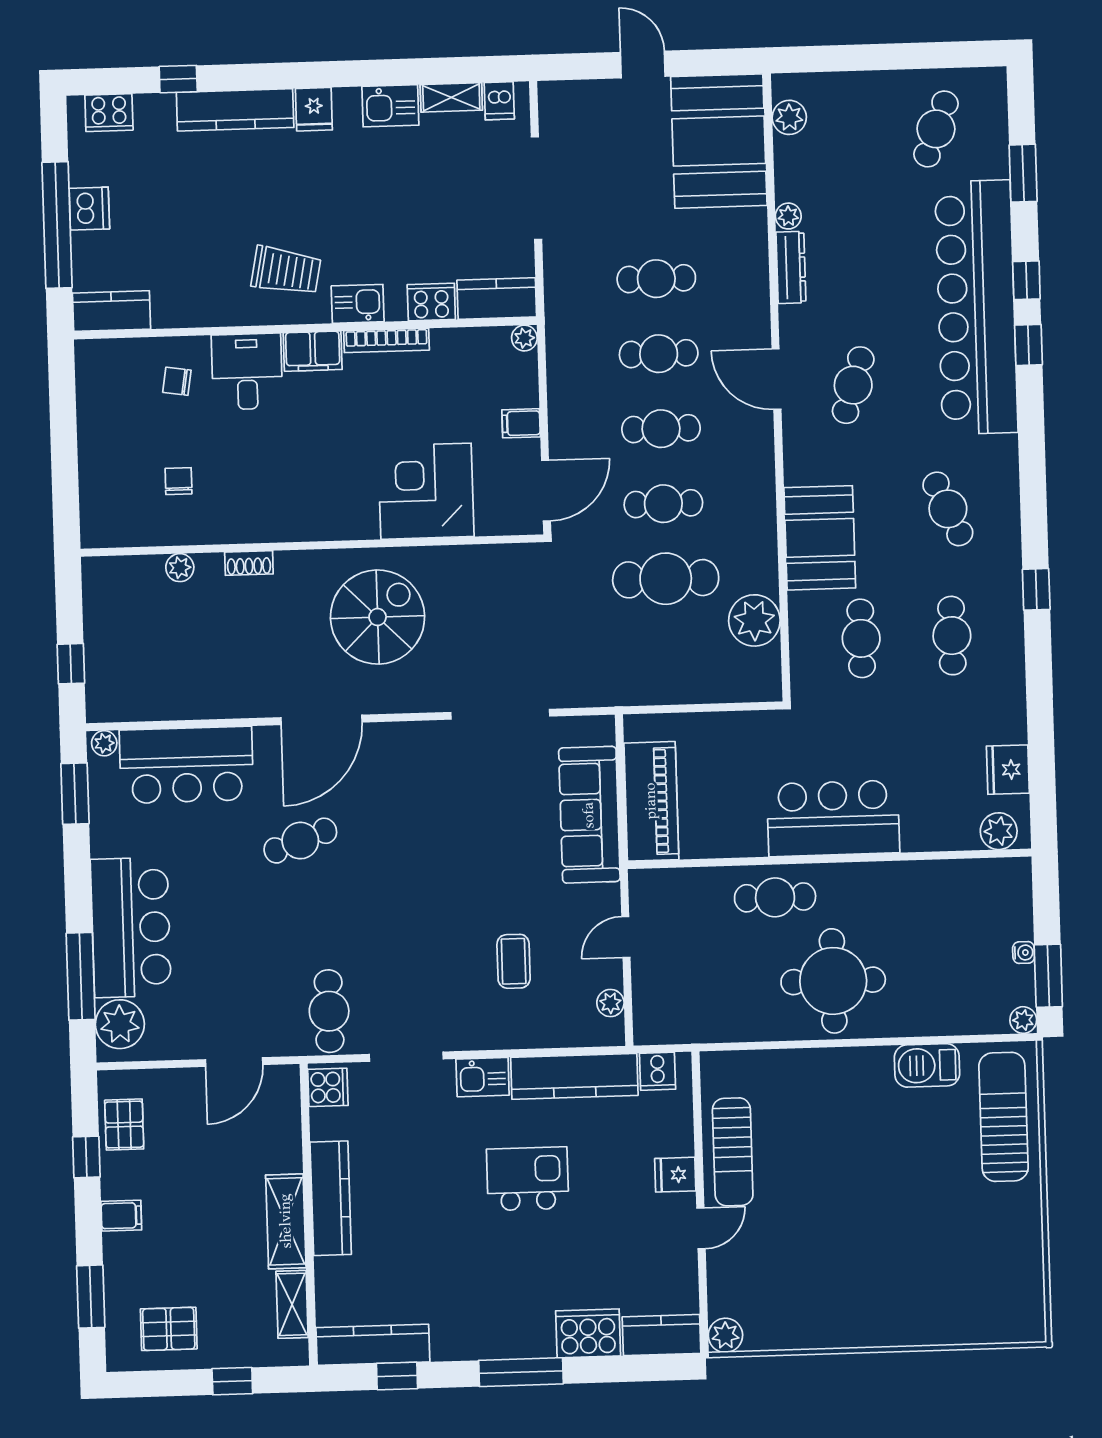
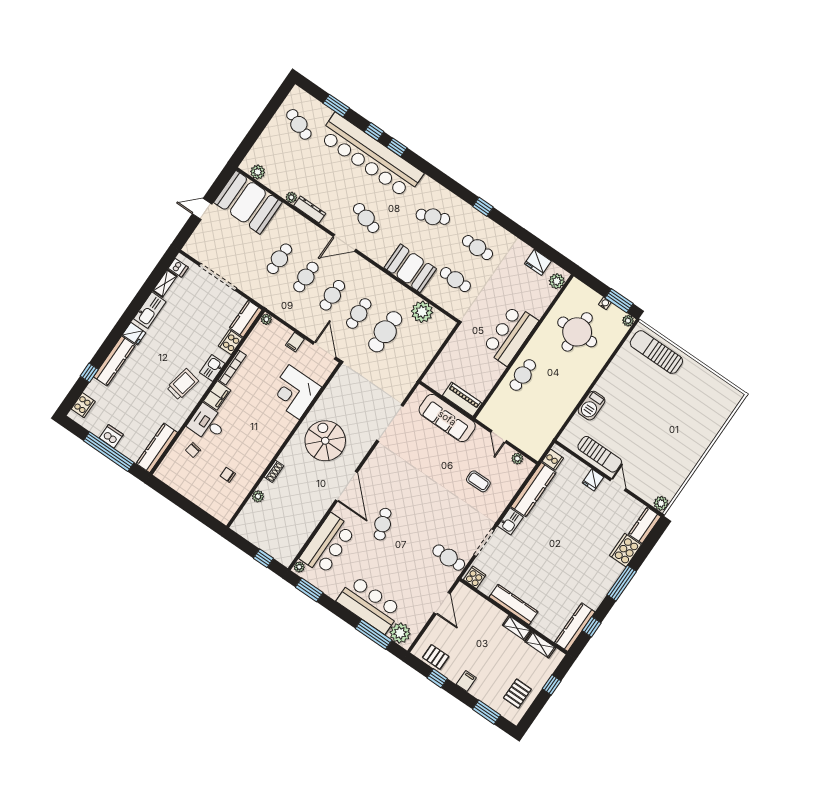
kitchen sink: (390, 106) -> (150, 310), width x1.38
kitchen counter: (111, 311) -> (157, 448), width x1.50
piano: (651, 801) -> (462, 399), width x0.73, depth x0.75
round table: (833, 981) -> (577, 332), moved
barbecue: (927, 1065) -> (591, 406), moved
kitchen island: (528, 1179) -> (557, 532), removed
shelving: (286, 1221) -> (517, 628), width x0.67, depth x0.75

